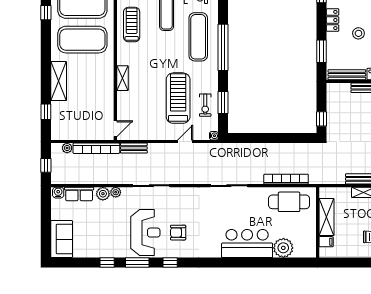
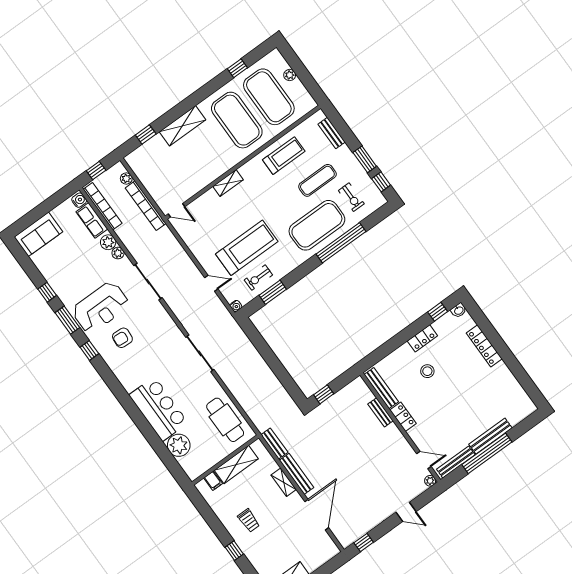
exercise mat: (198, 37) -> (317, 225), width x1.47
window: (223, 47) -> (341, 243), moved
window: (322, 51) -> (386, 349), removed
bench: (134, 148) -> (274, 444), moved
bookcase: (286, 179) -> (103, 206), moved
armchair: (178, 233) -> (122, 338), turned -86

